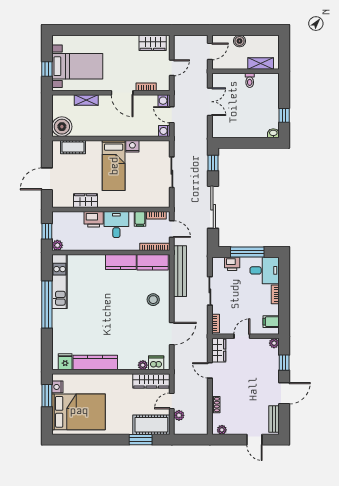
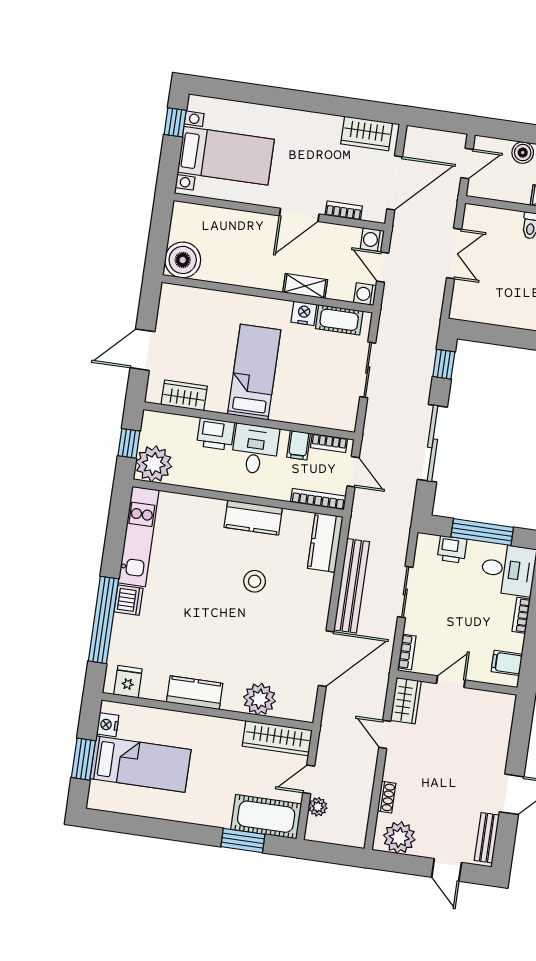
door: (172, 68) -> (395, 183), width x1.88
window: (47, 69) -> (175, 122), moved
door: (122, 93) -> (299, 215), hinge flipped
shelving: (86, 100) -> (305, 286), moved
cot: (73, 147) -> (339, 320), moved
bed: (114, 166) -> (254, 372), moved, turned 180
wardrobe: (86, 201) -> (184, 395), moved
plant: (57, 245) -> (154, 464), width x1.87, depth x1.87
kitchen counter: (153, 262) -> (325, 542), moved, turned 90
bench: (180, 271) -> (352, 586), moved
stool: (153, 300) -> (255, 581), moved
window: (47, 304) -> (103, 620), moved
door: (172, 334) -> (326, 659), width x1.36
plant: (274, 343) -> (507, 702), removed
kitchen counter: (95, 363) -> (195, 693), width x0.67
dishwasher: (156, 363) -> (129, 600), moved, turned 90
window: (284, 363) -> (520, 740), removed
plant: (143, 365) -> (260, 699), width x1.88, depth x1.88
window: (47, 396) -> (83, 759), moved
bed: (79, 412) -> (140, 764), width x0.67
plant: (222, 430) -> (399, 838), width x1.87, depth x1.87

